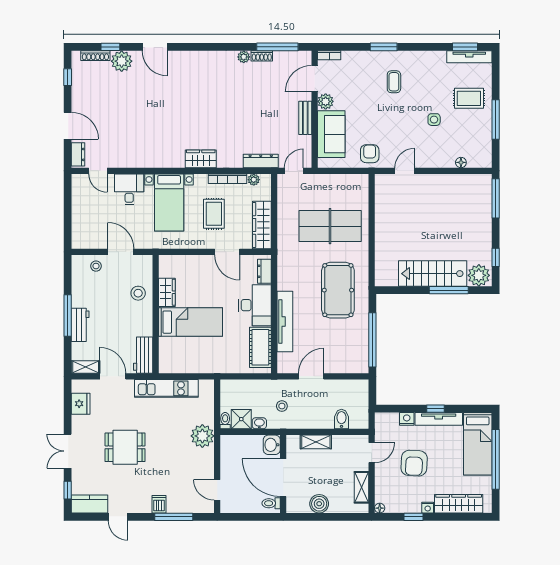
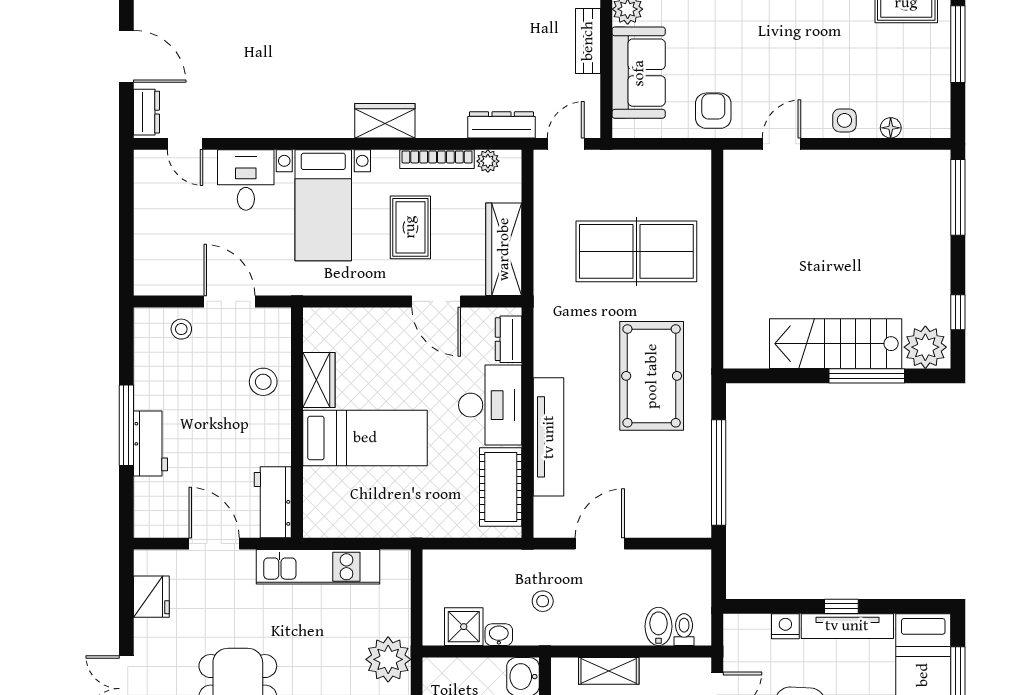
side table: (434, 120) -> (844, 120), moved
shelving: (86, 367) -> (161, 525), removed
toilet: (225, 421) -> (684, 630), moved

